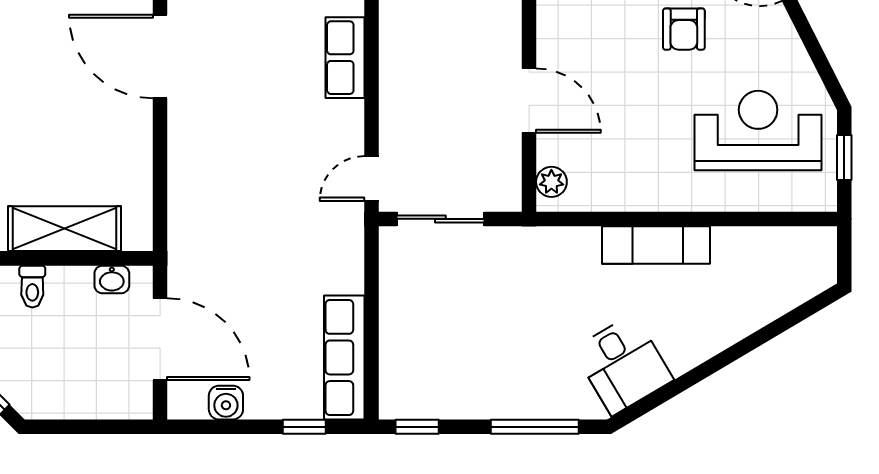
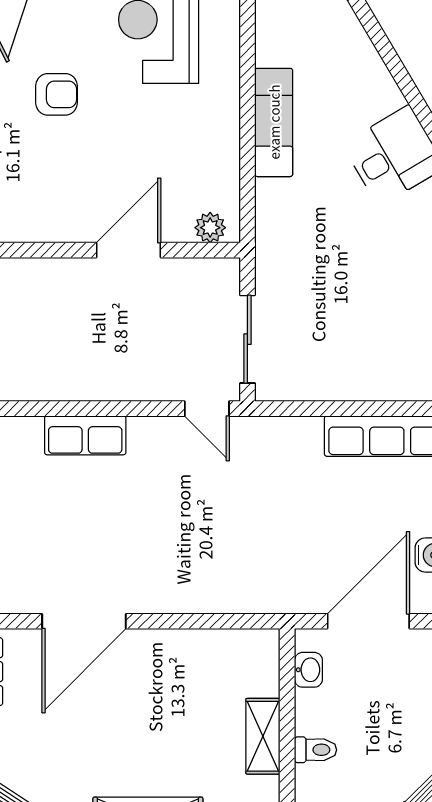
shelving: (65, 229) -> (263, 736), width x0.67, depth x0.75

